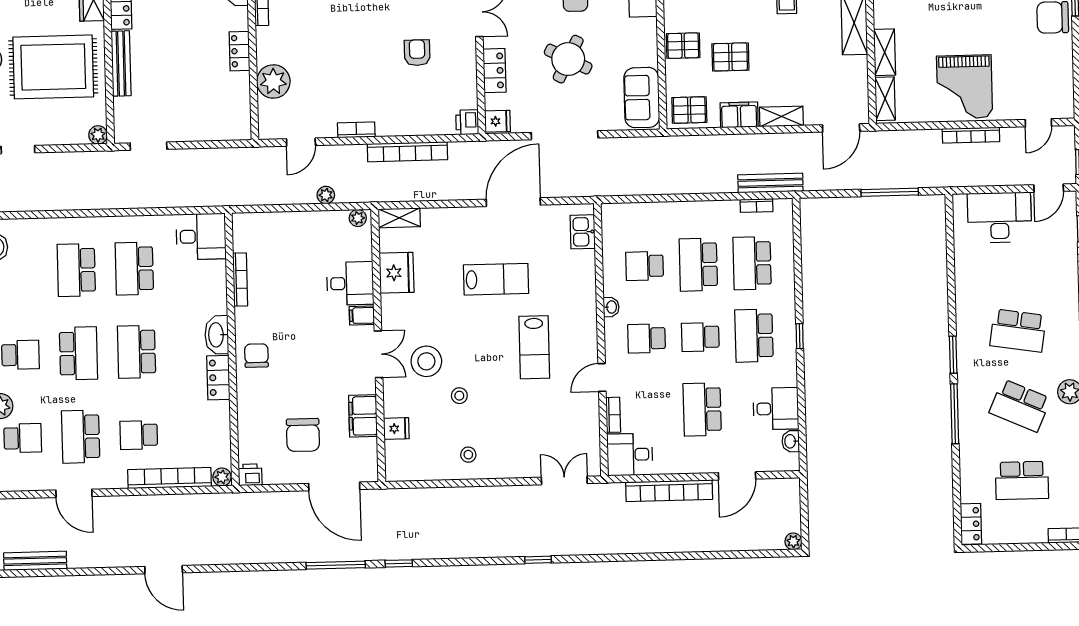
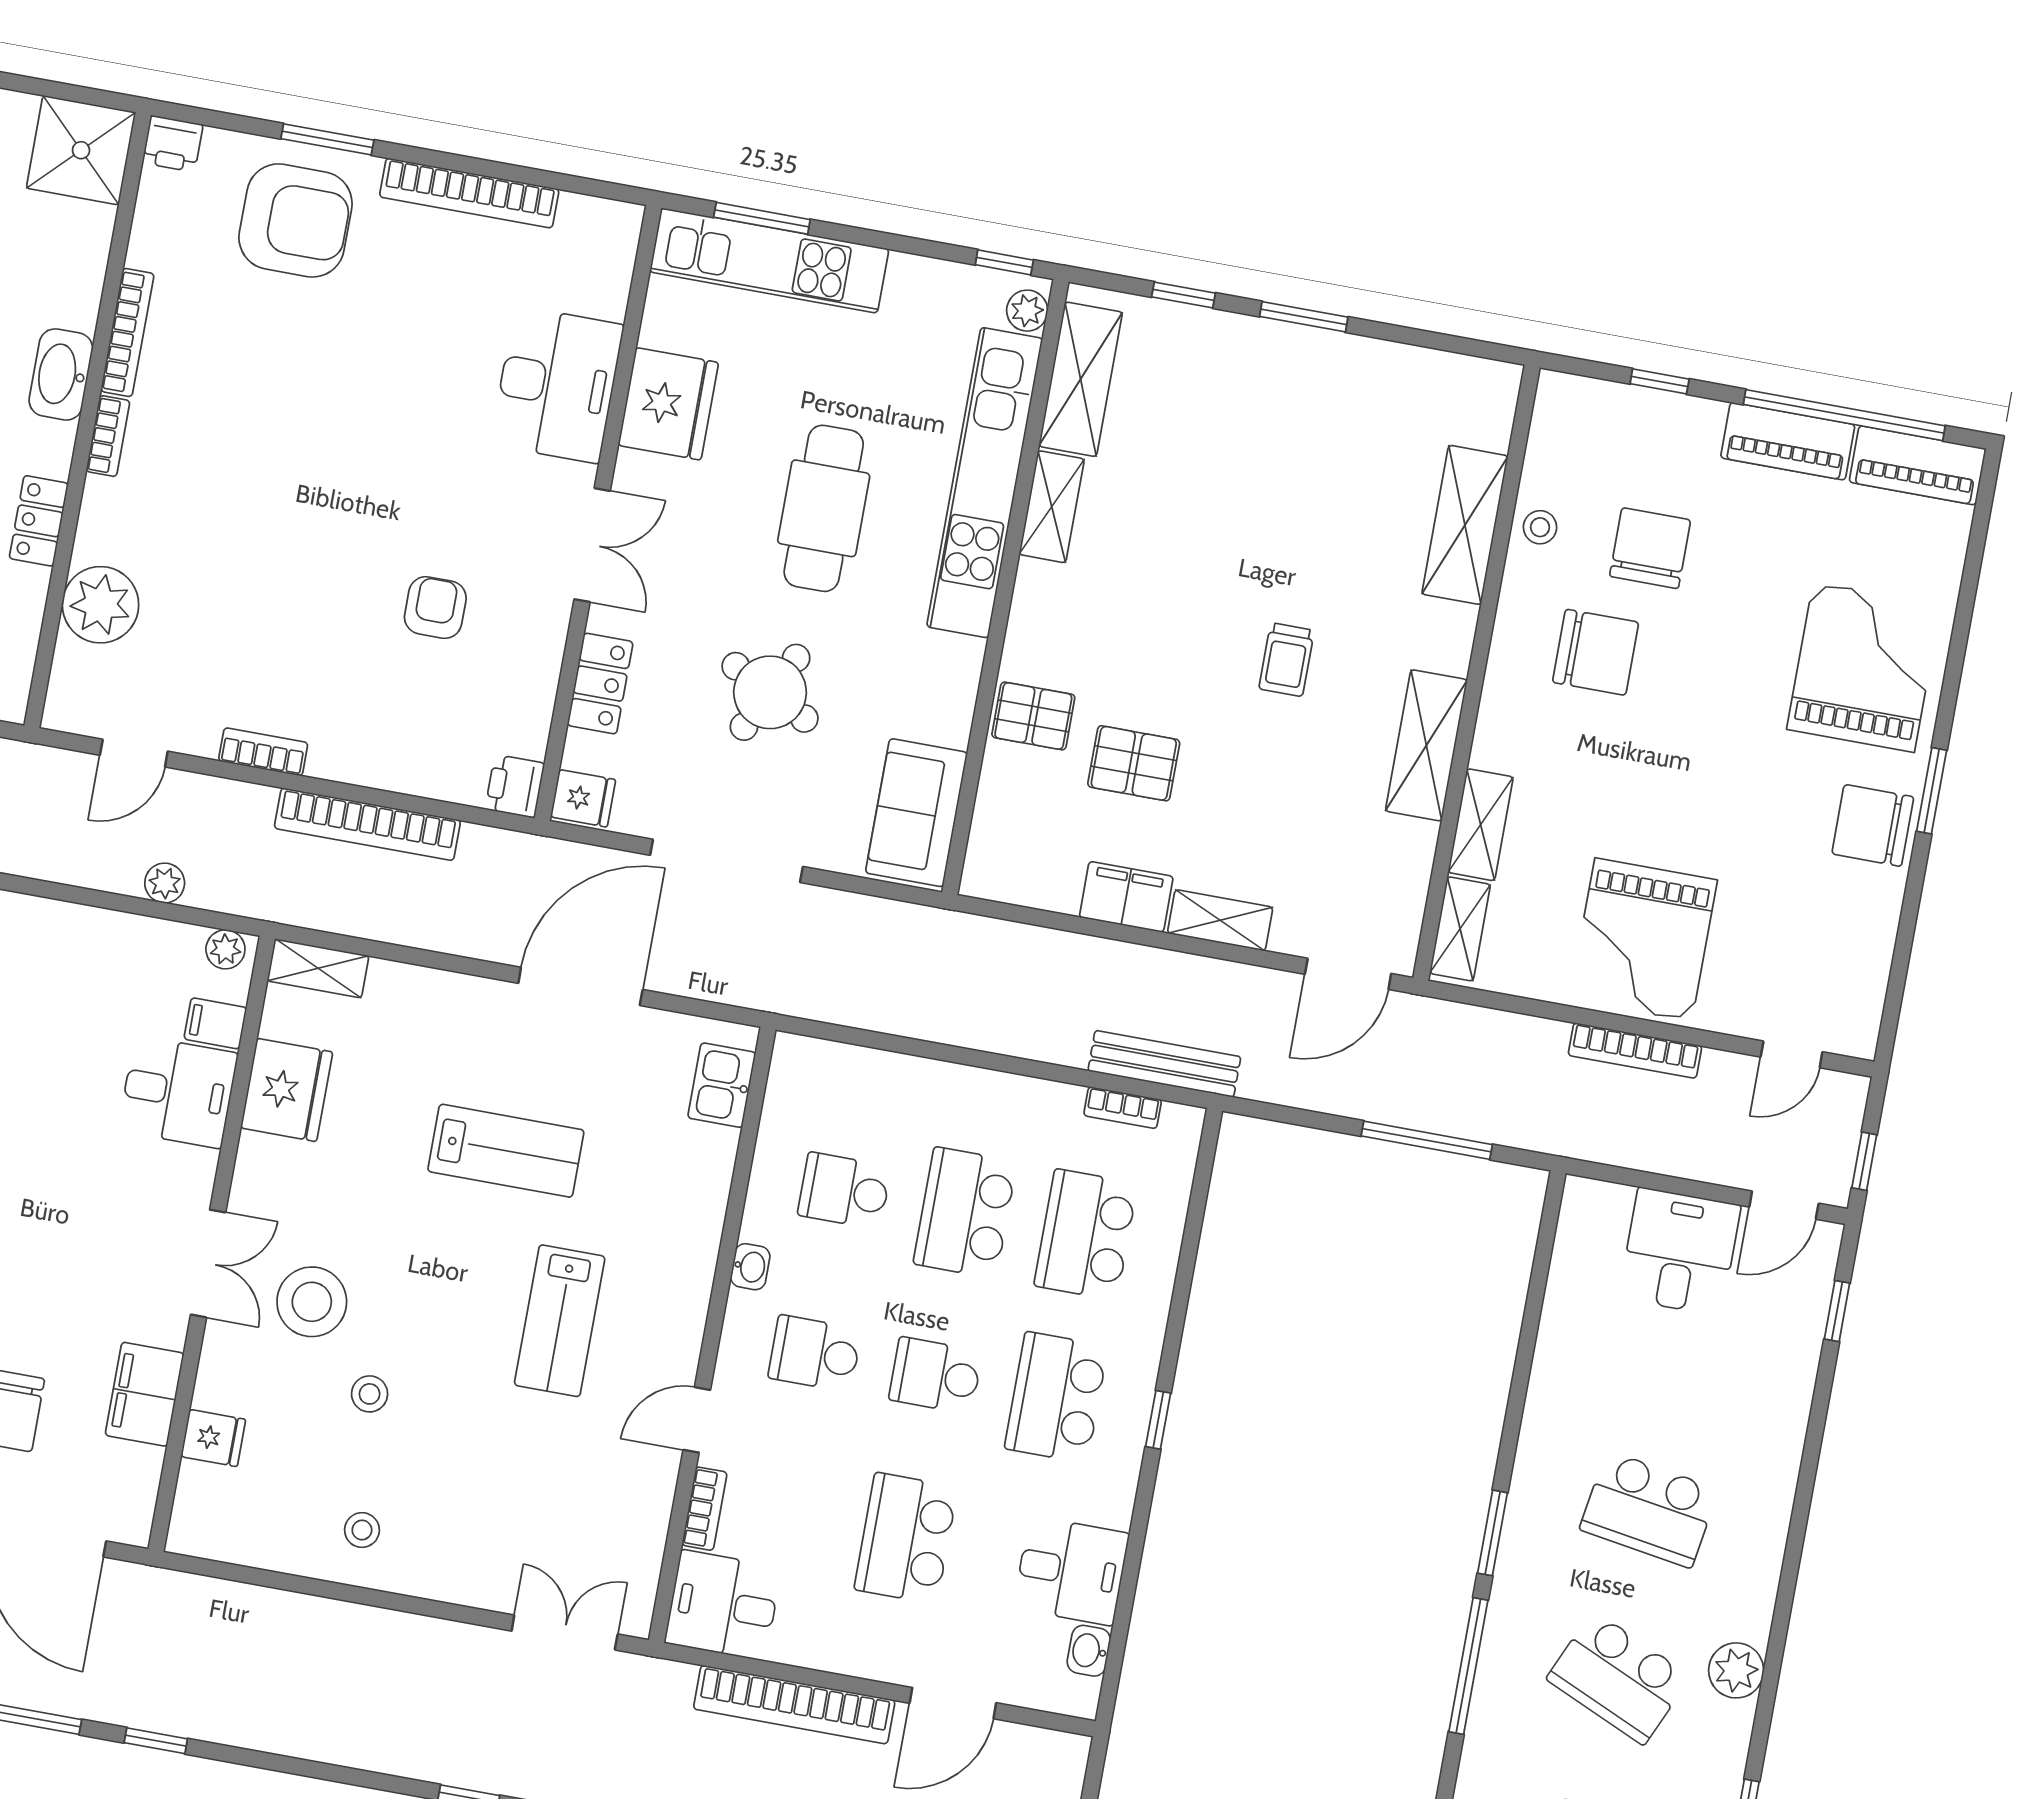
pallet: (689, 110) -> (1017, 863), removed
desk: (1000, 218) -> (1680, 1252), width x0.73
filing cabinet: (362, 315) -> (215, 1023), moved

